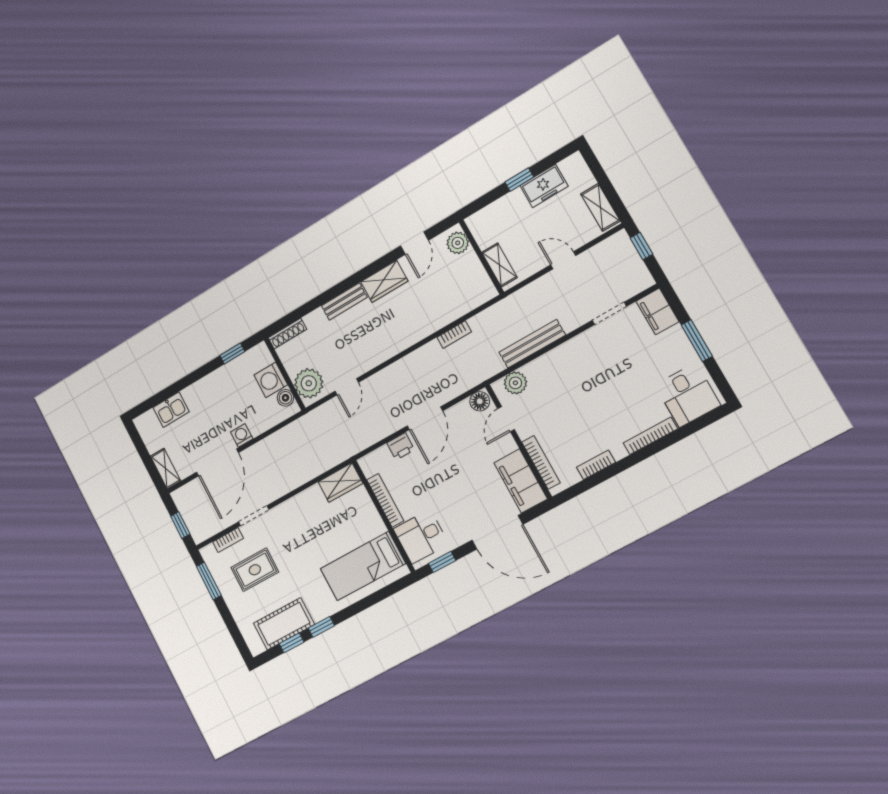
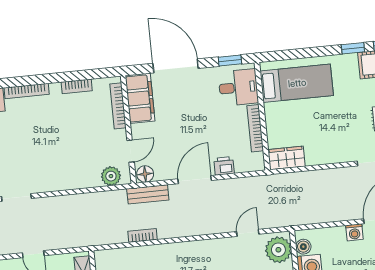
bench: (532, 344) -> (148, 194), moved, width x0.73

